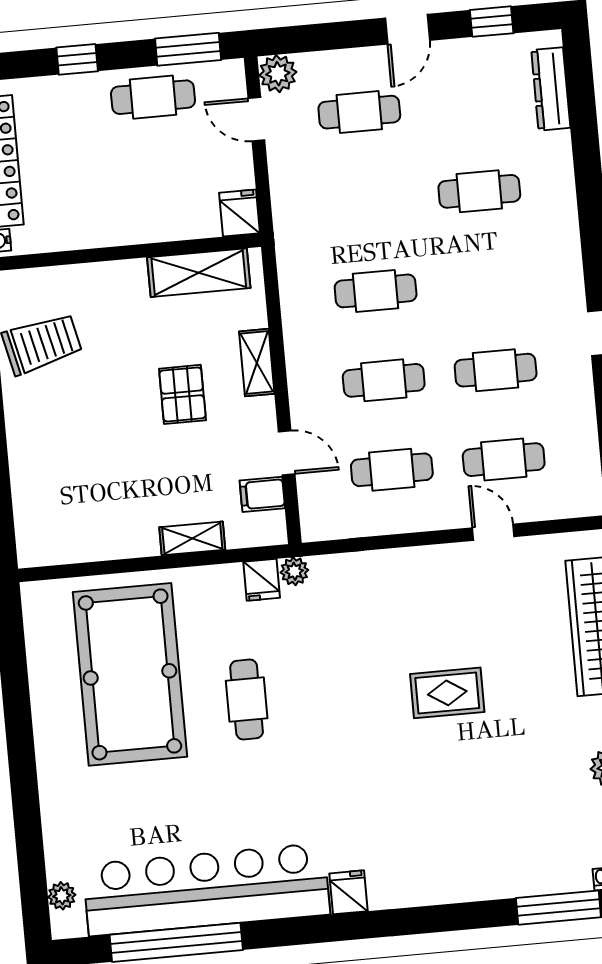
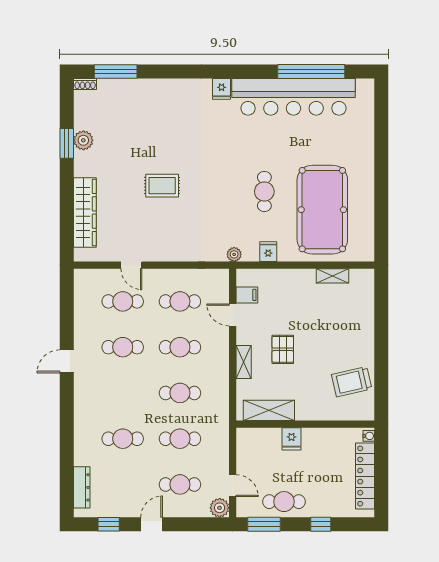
cafe table: (367, 202) -> (180, 439), added
fridge: (239, 213) -> (291, 439), moved
shelving: (192, 538) -> (333, 276), moved
fridge: (262, 580) -> (268, 252), moved
plant: (62, 896) -> (367, 100), removed

